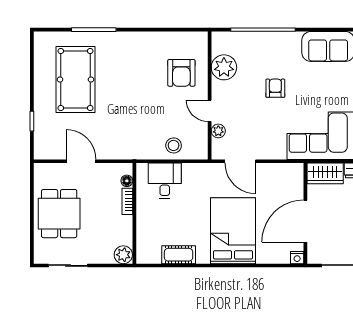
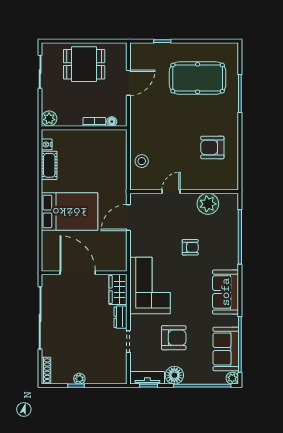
armchair: (181, 73) -> (212, 147), moved
plant: (218, 131) -> (154, 199), removed
desk: (165, 181) -> (112, 154), removed
nightstand: (297, 258) -> (47, 144), moved

